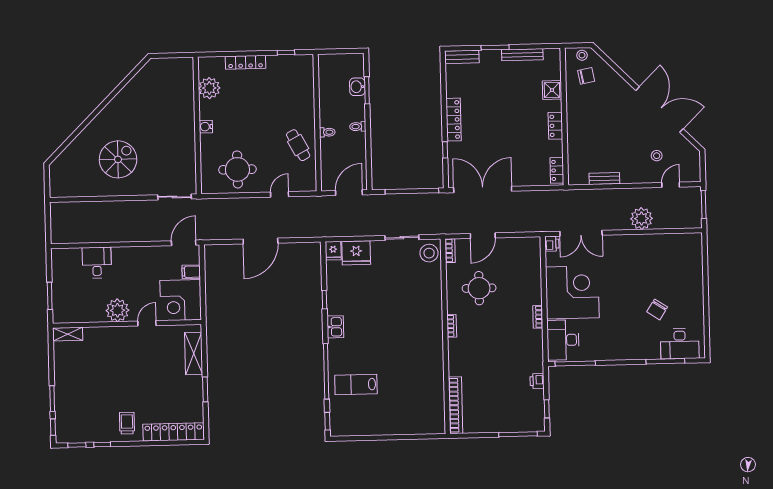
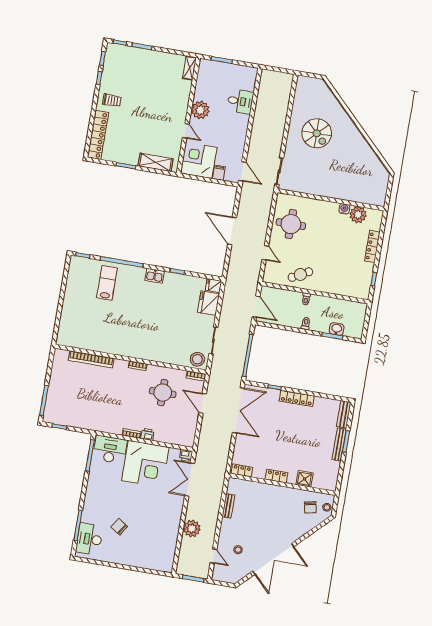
bench: (522, 55) -> (339, 444), moved
water cooler: (206, 127) -> (344, 209), moved
printer: (537, 381) -> (147, 434), moved
bookcase: (456, 405) -> (91, 359), moved

